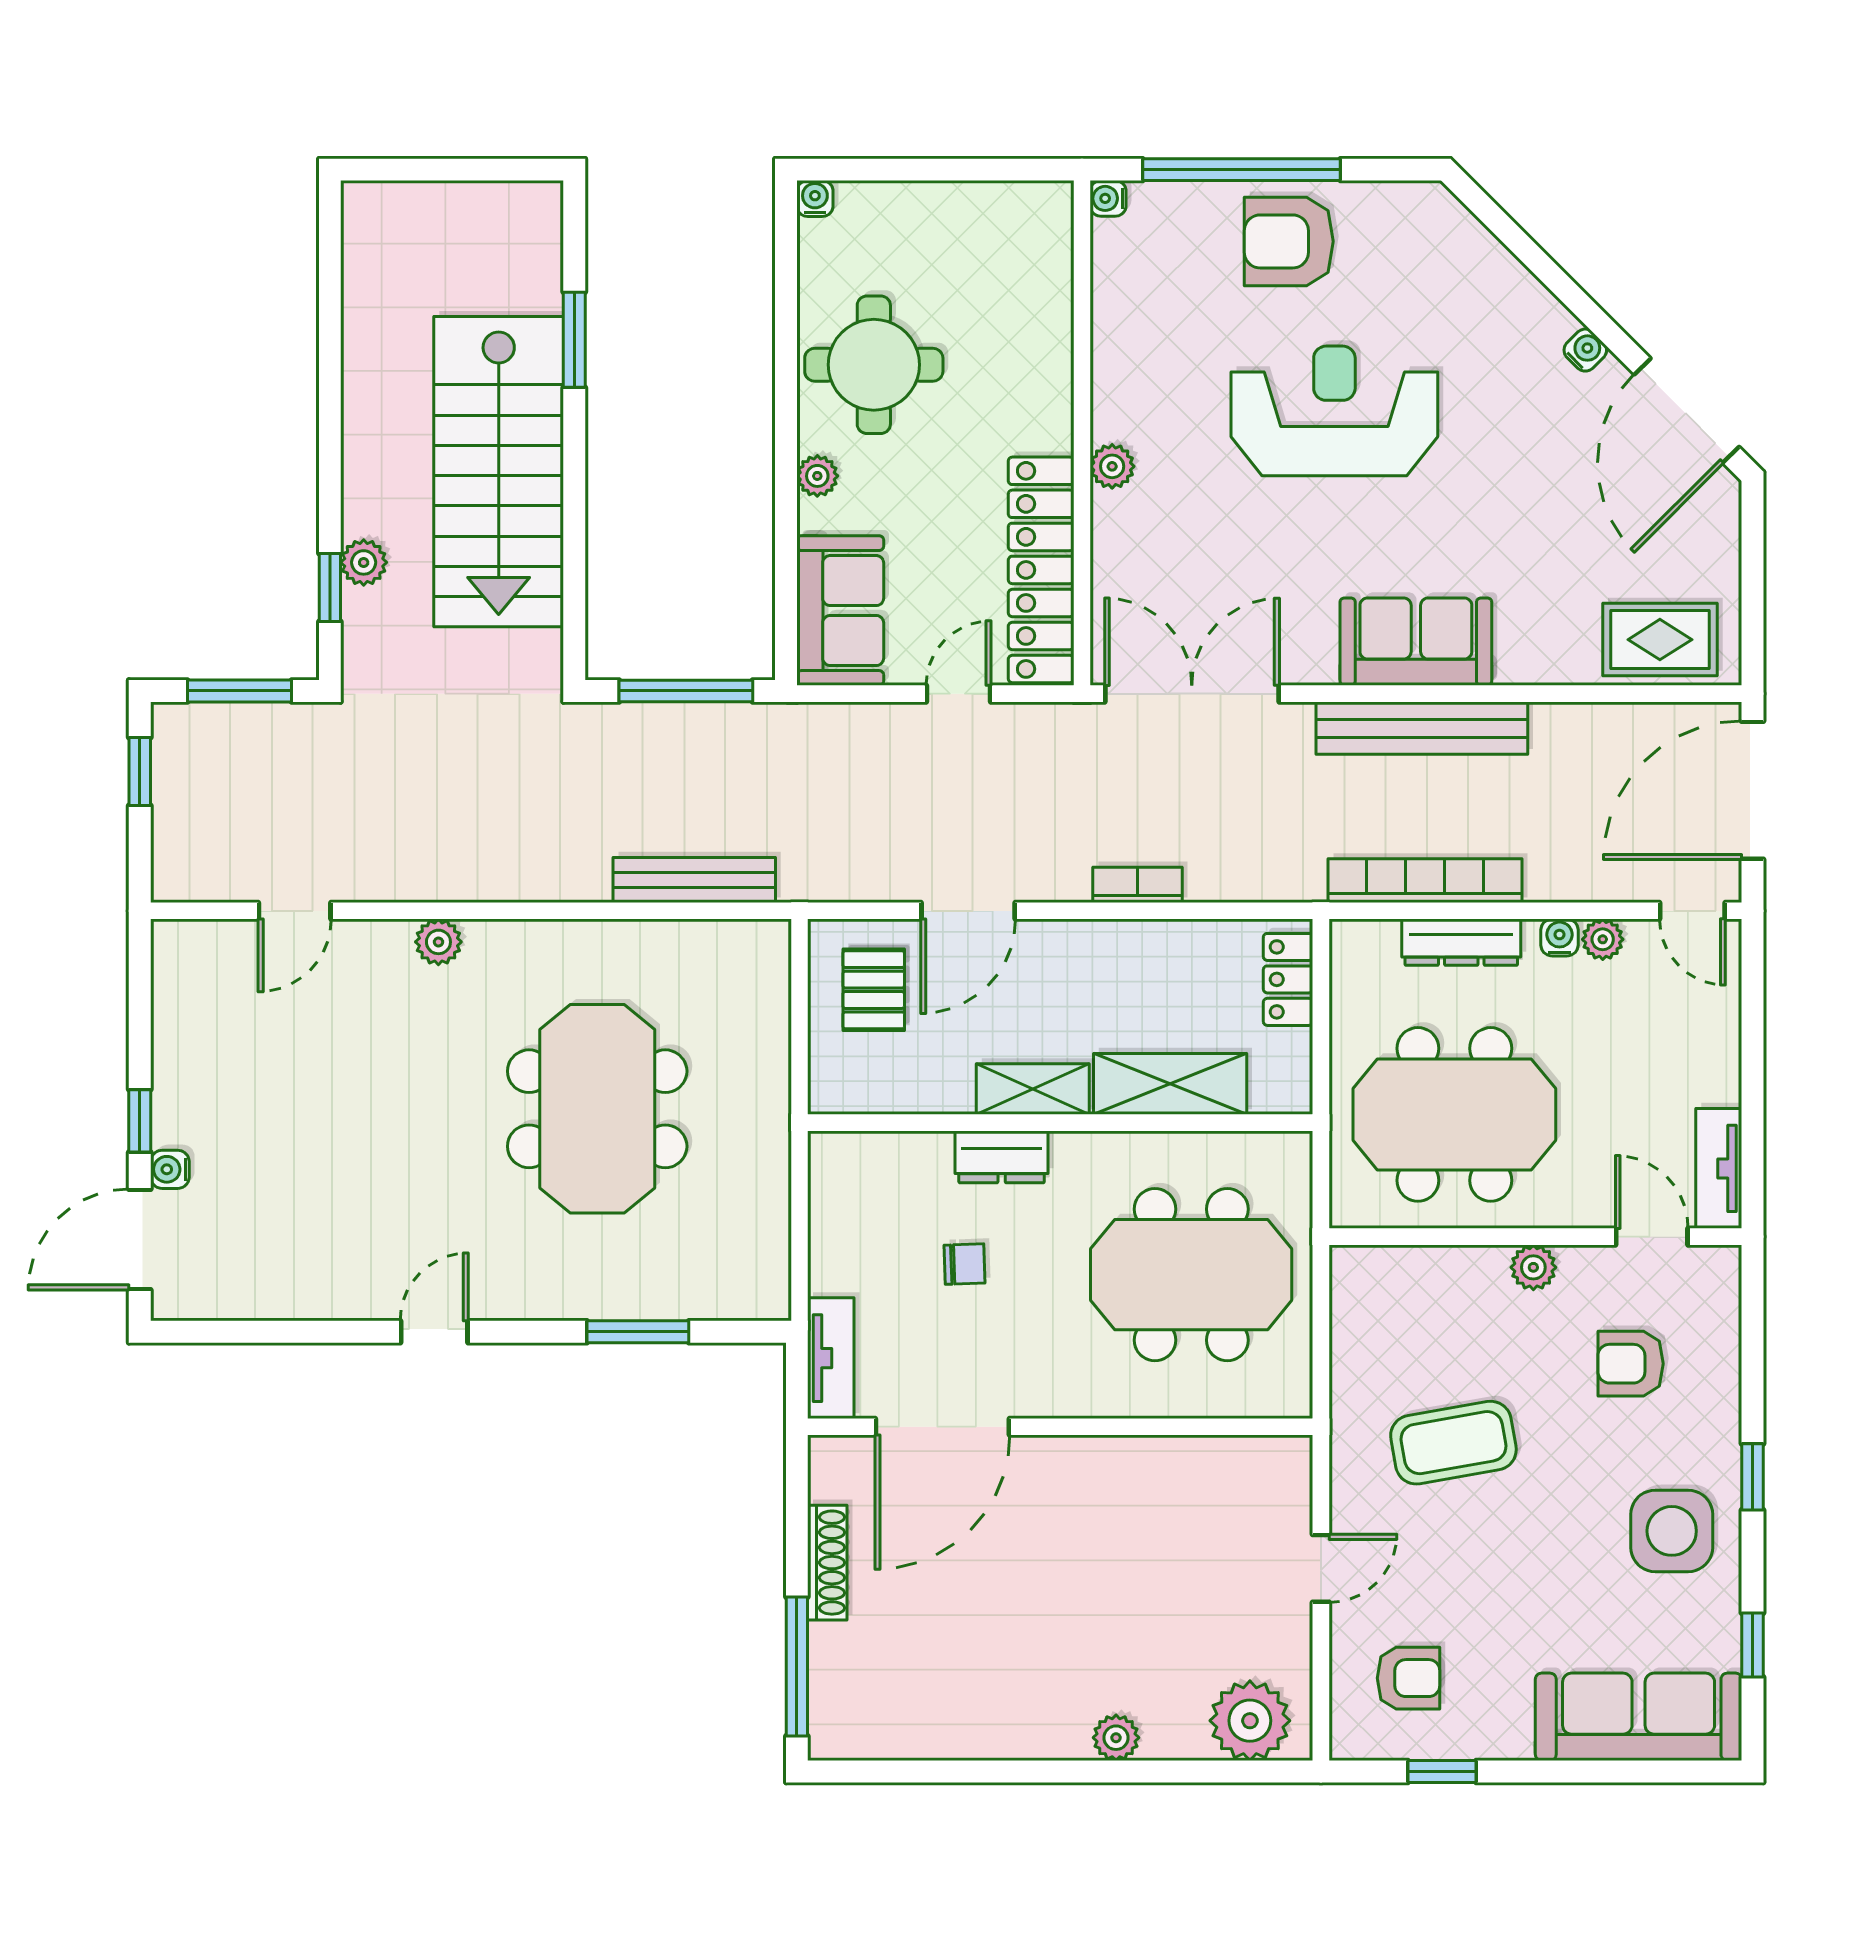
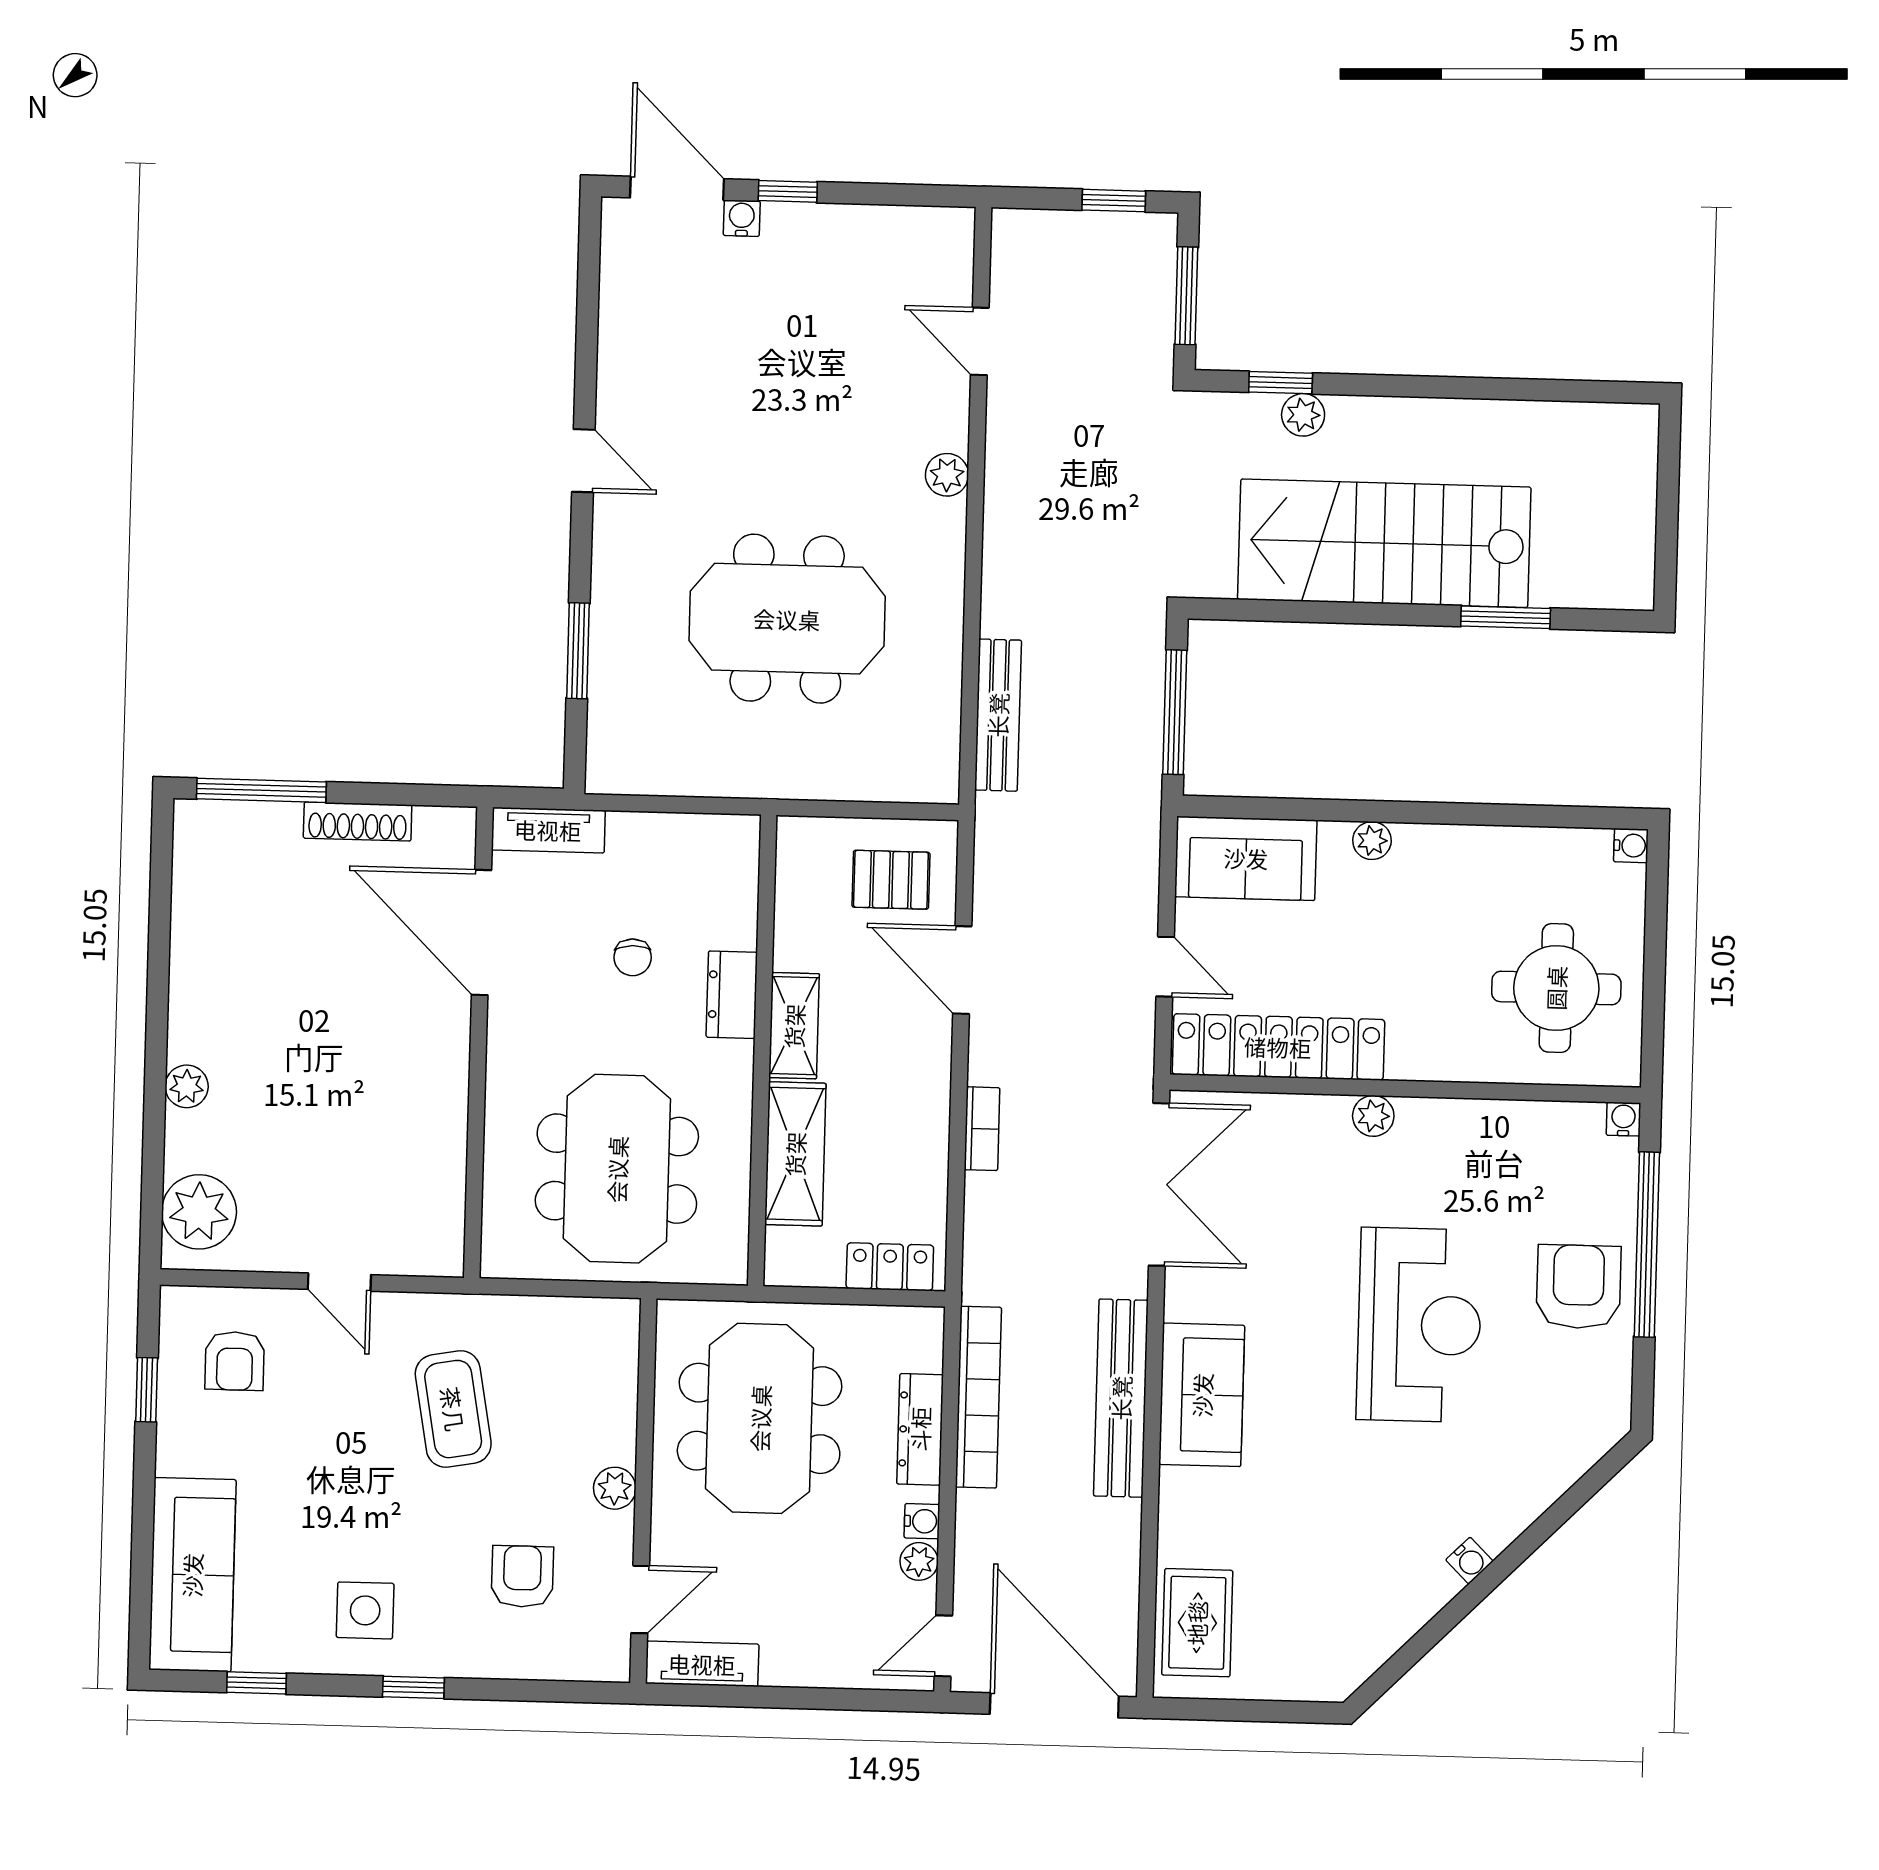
round table: (874, 365) -> (1556, 988), moved
door: (1687, 411) -> (1410, 1654), removed
side table: (1672, 1531) -> (365, 1610), width x0.73, depth x0.73

